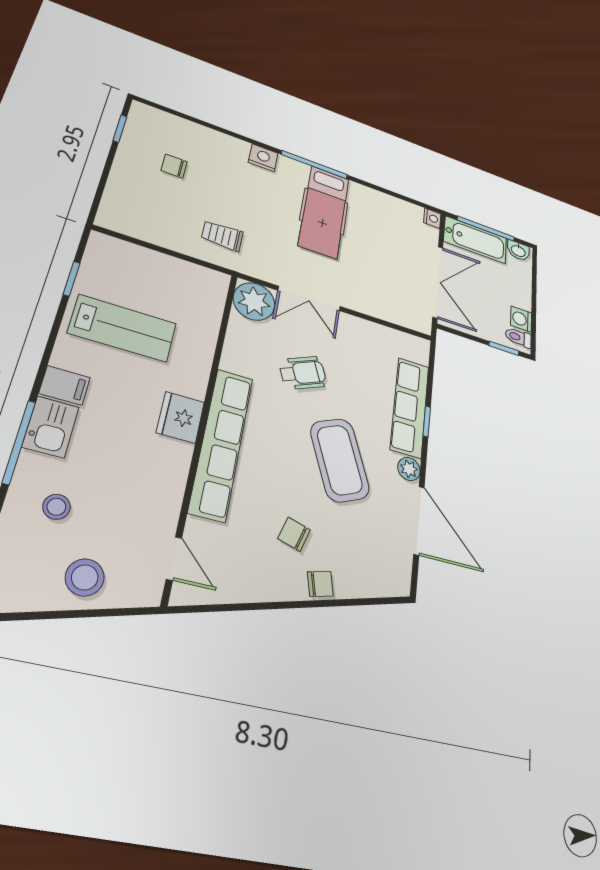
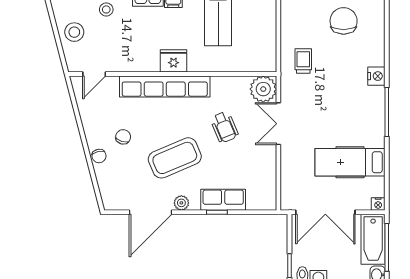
chair: (174, 166) -> (344, 21), width x1.87, depth x1.87
hospital bed: (324, 212) -> (350, 162), moved
row of seats: (410, 407) -> (223, 200), width x0.68

